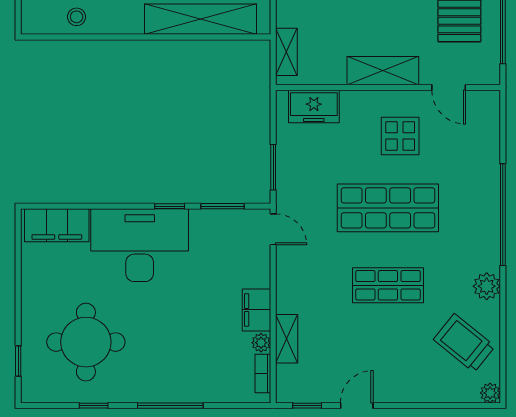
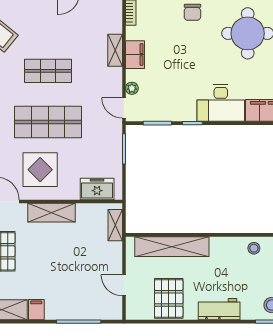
display table: (400, 136) -> (40, 170), width x1.36, depth x1.36
desk: (140, 245) -> (221, 103), width x0.73, depth x0.77
shelving: (287, 339) -> (115, 50), moved
plant: (261, 343) -> (132, 88), moved
chair: (169, 374) -> (192, 12), added

